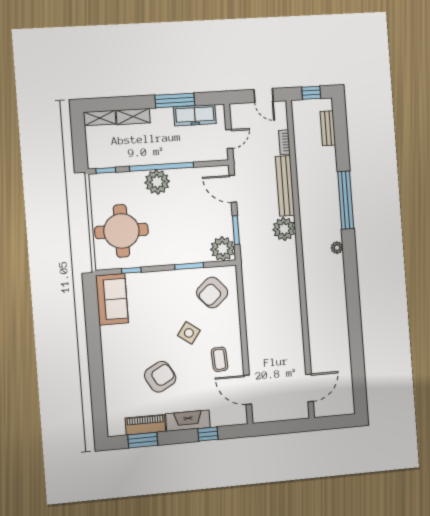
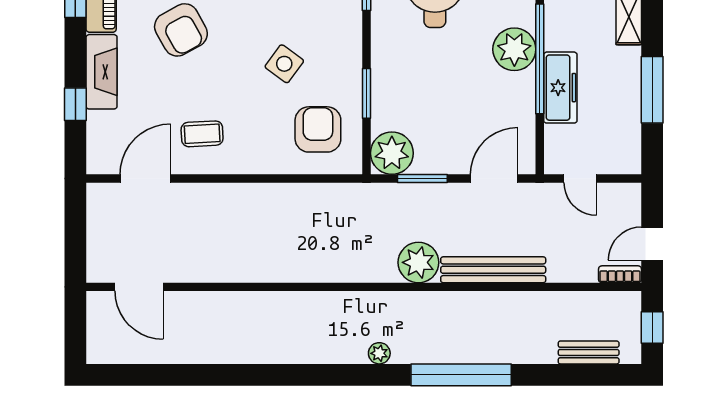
freezer: (195, 115) -> (560, 88), moved, turned 180
bookcase: (284, 142) -> (620, 274), moved
armchair: (212, 293) -> (318, 129), turned 41
side table: (189, 333) -> (284, 64), moved

